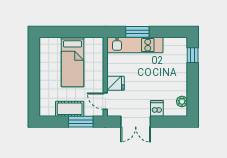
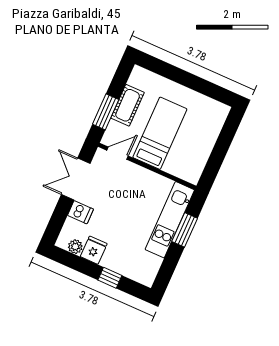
window: (193, 55) -> (110, 278), moved
bed: (73, 62) -> (160, 133), moved, turned 90
fridge: (116, 83) -> (94, 250), moved, turned 180

